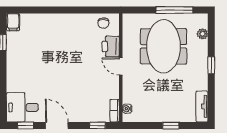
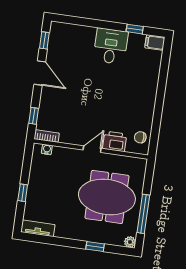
plant: (202, 34) -> (130, 242), moved
window: (211, 65) -> (95, 246), moved
desk: (22, 107) -> (111, 46), moved
door: (57, 126) -> (40, 73), hinge flipped

